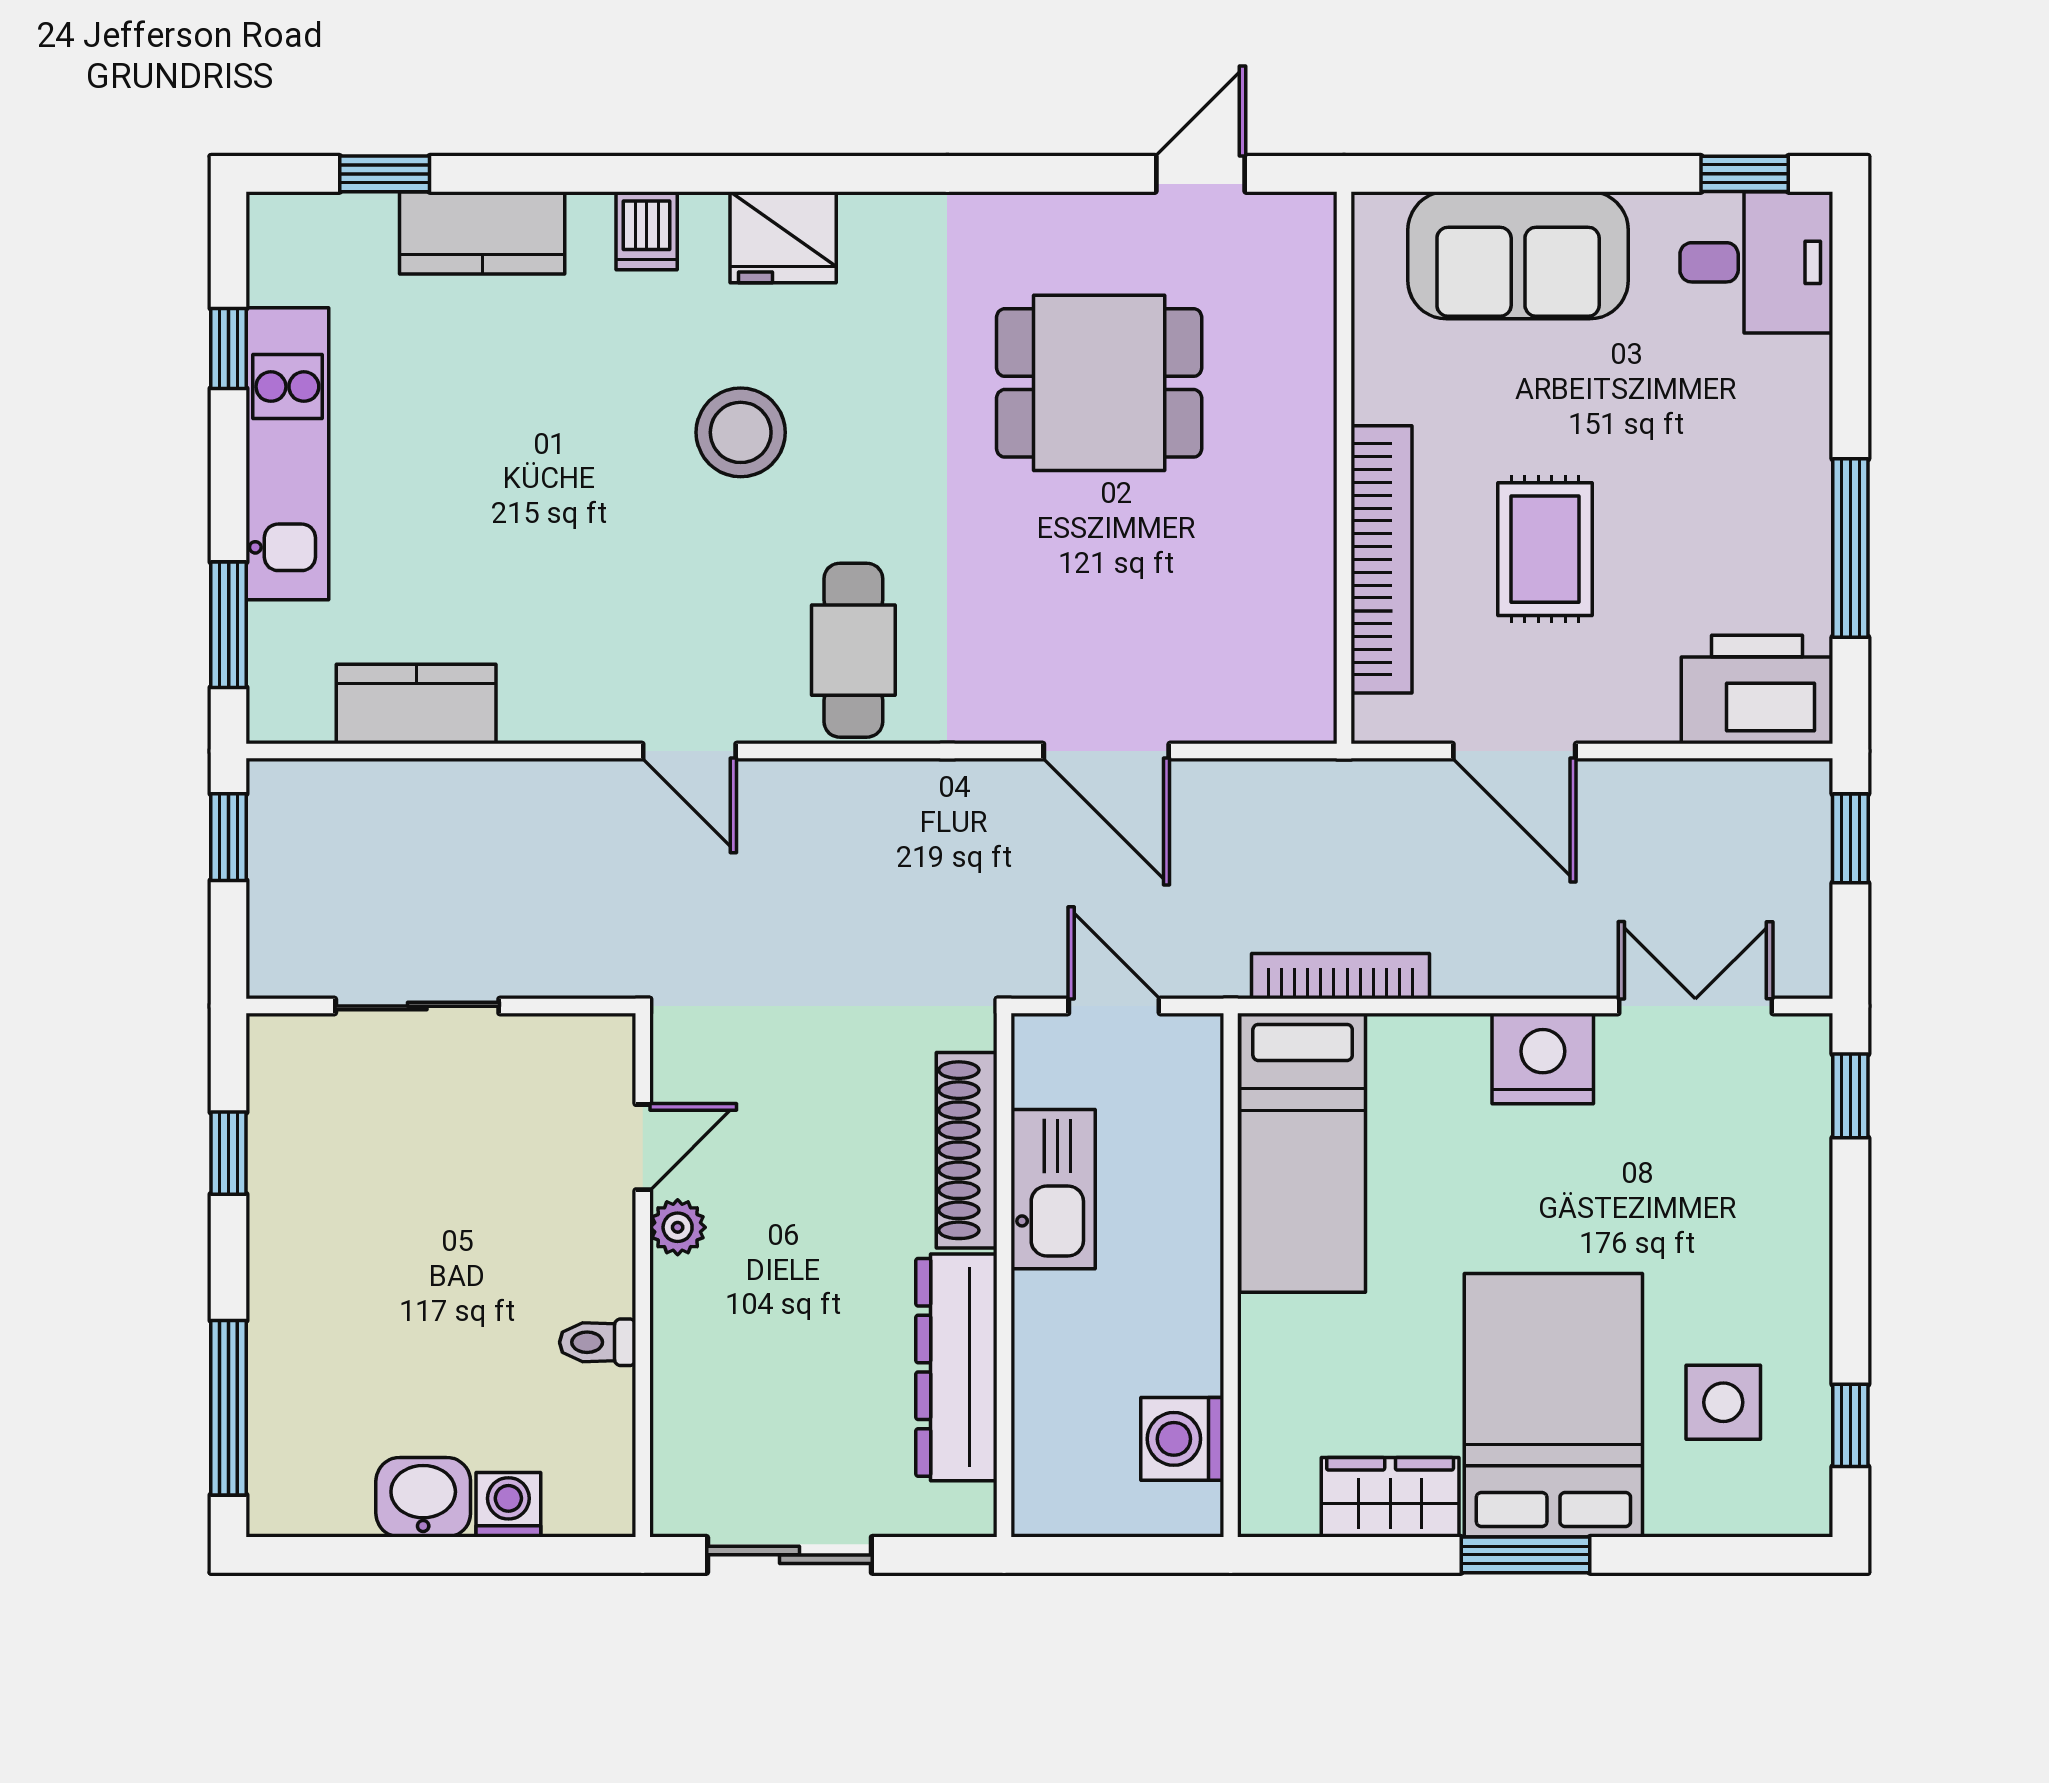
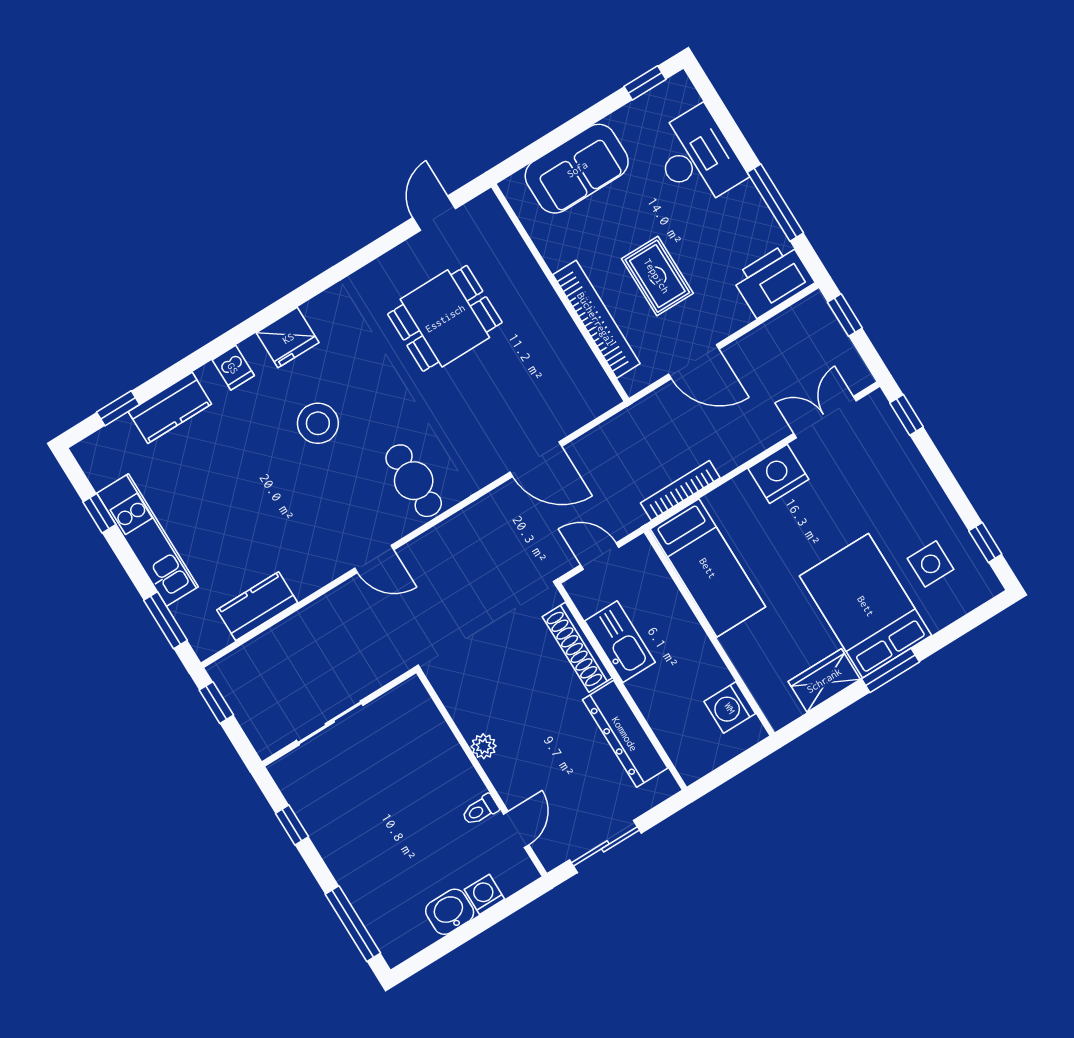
desk: (1756, 262) -> (697, 157), moved, width x1.37
door: (643, 1147) -> (516, 829), moved

